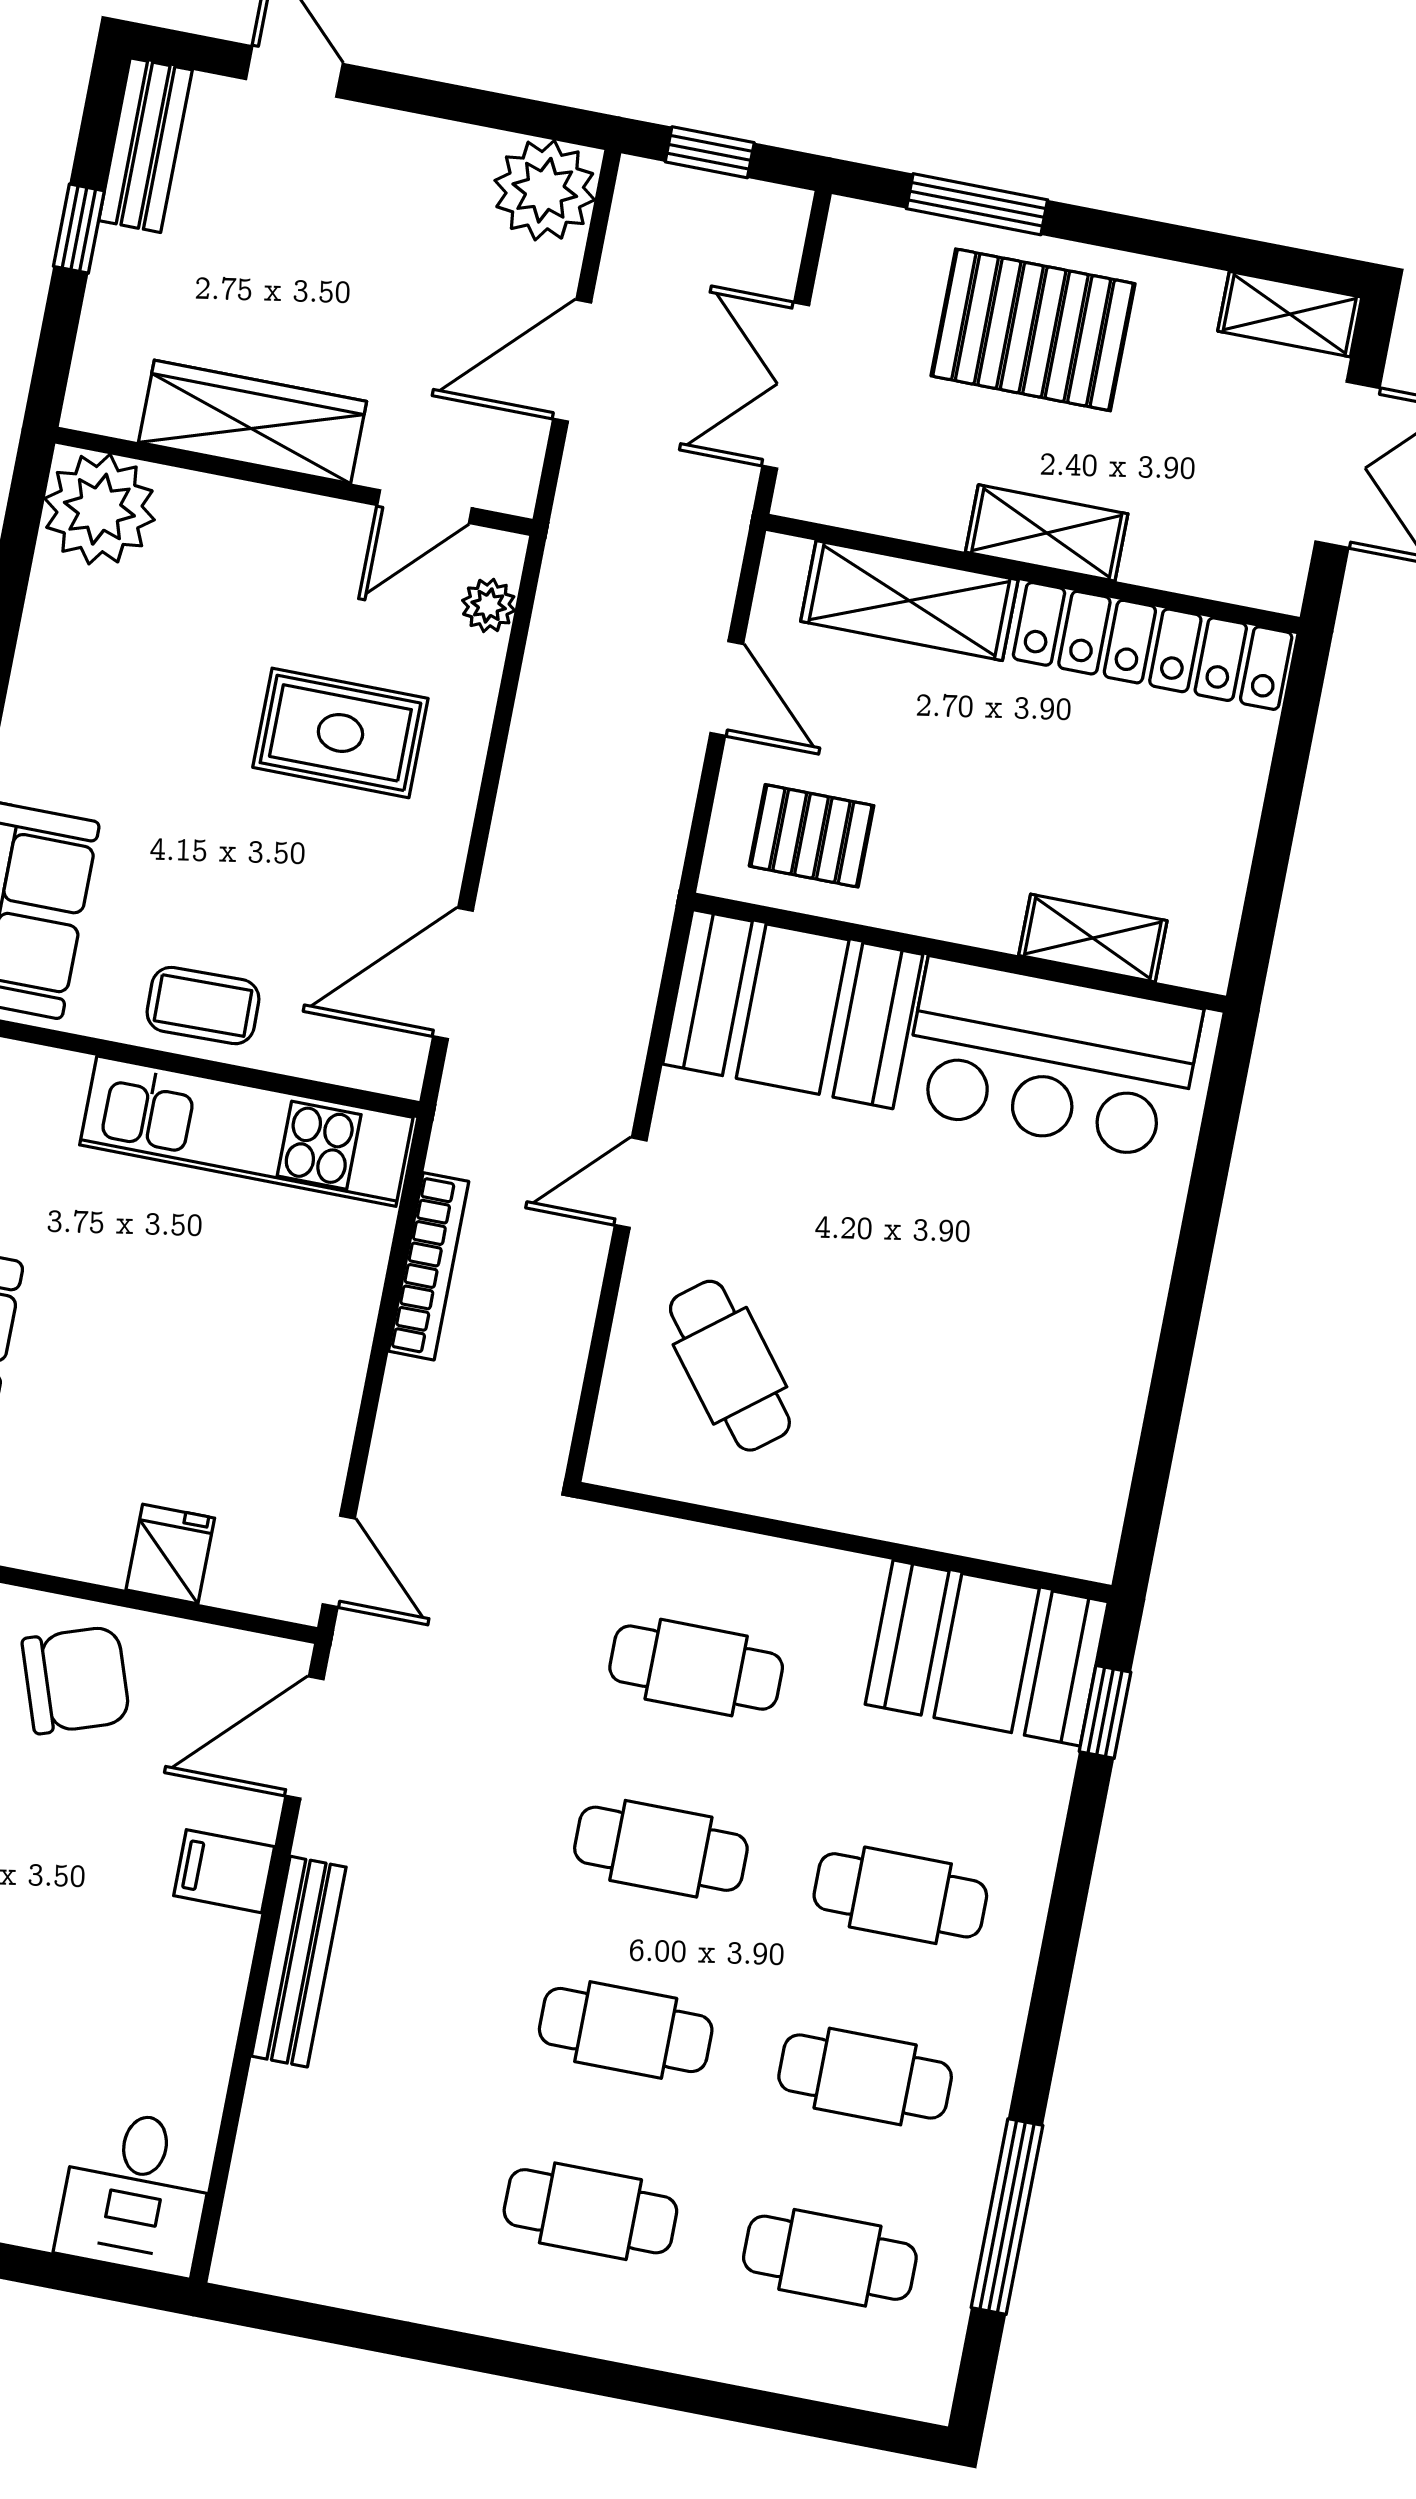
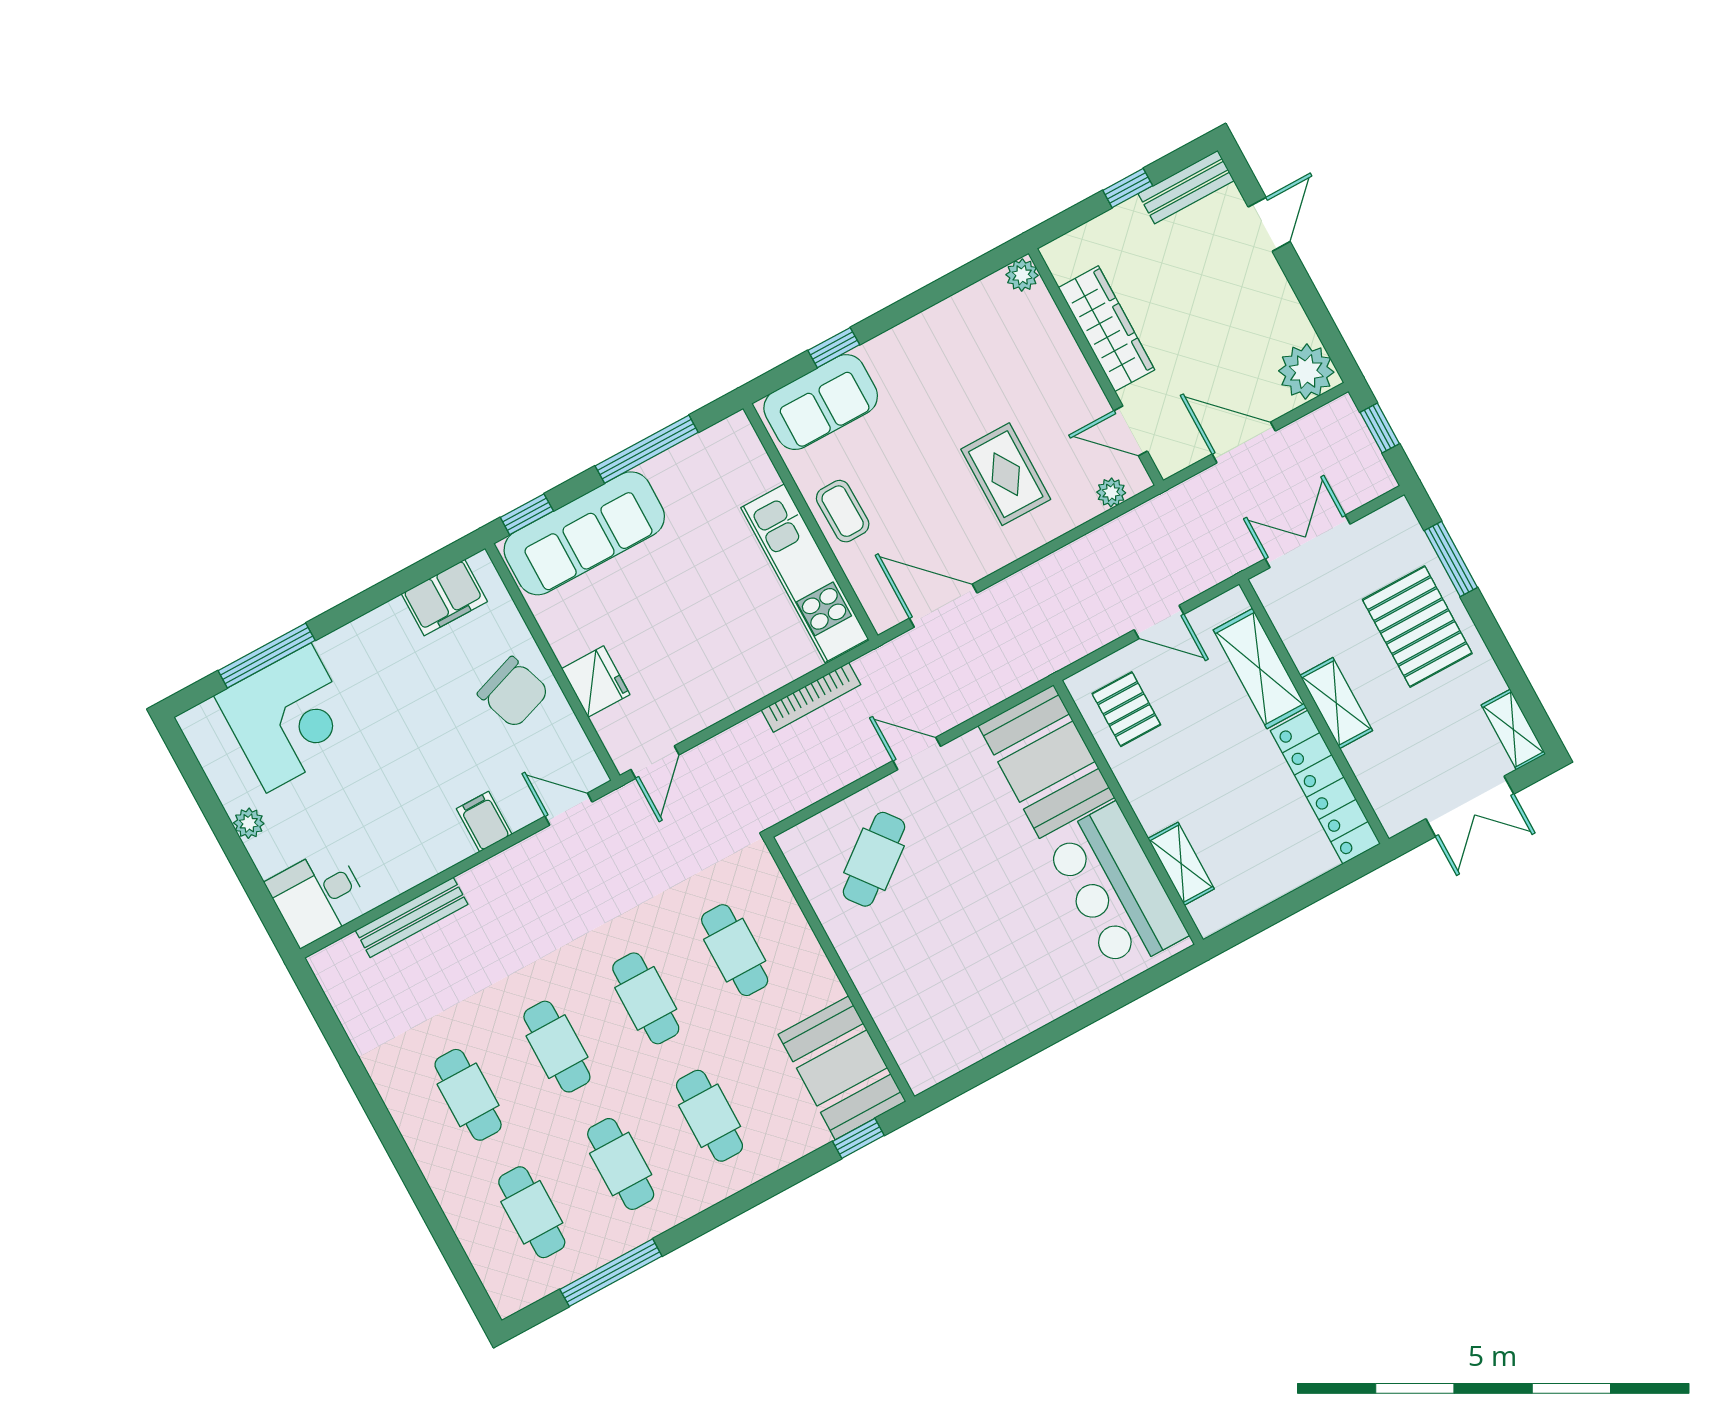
plant: (99, 509) -> (1022, 275), width x0.53, depth x0.53
door: (727, 689) -> (1159, 622), hinge flipped
fridge: (170, 1554) -> (596, 682), width x1.38
door: (305, 1738) -> (569, 809), width x0.73
bench: (299, 1962) -> (412, 917), moved

